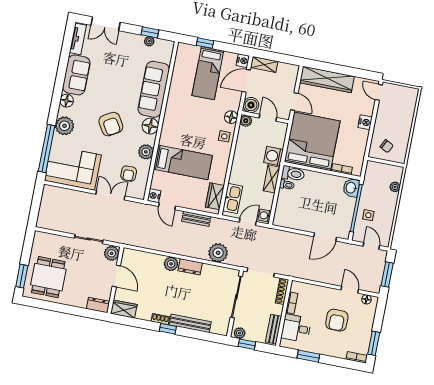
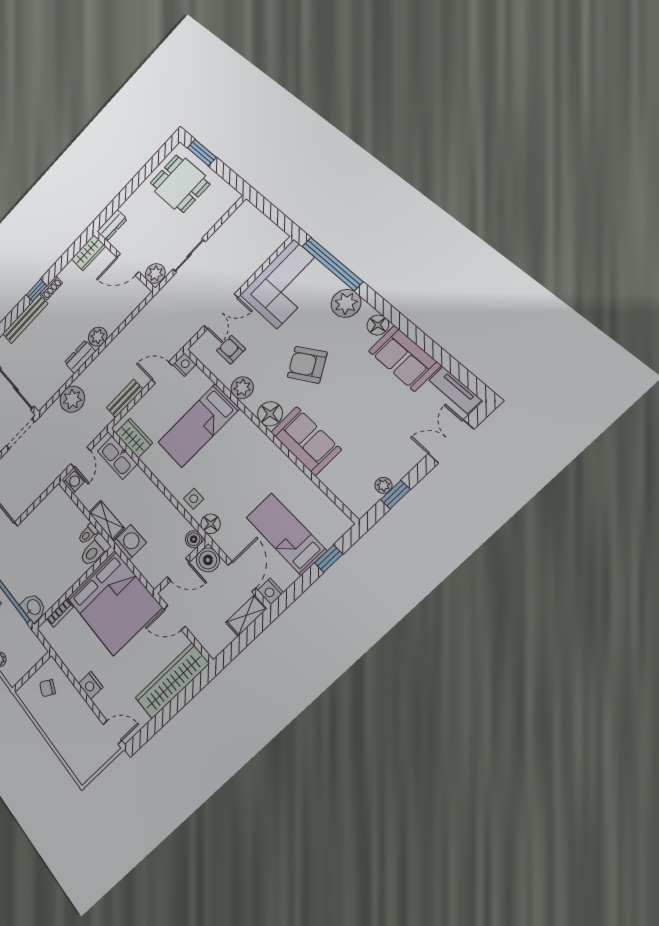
sofa: (154, 89) -> (306, 441), width x0.73

